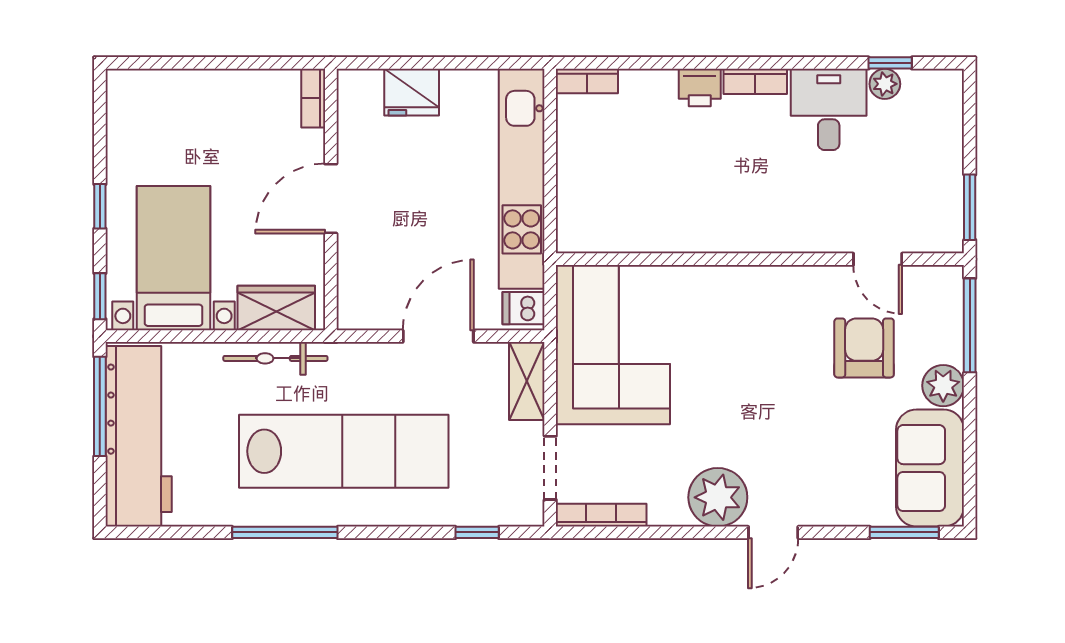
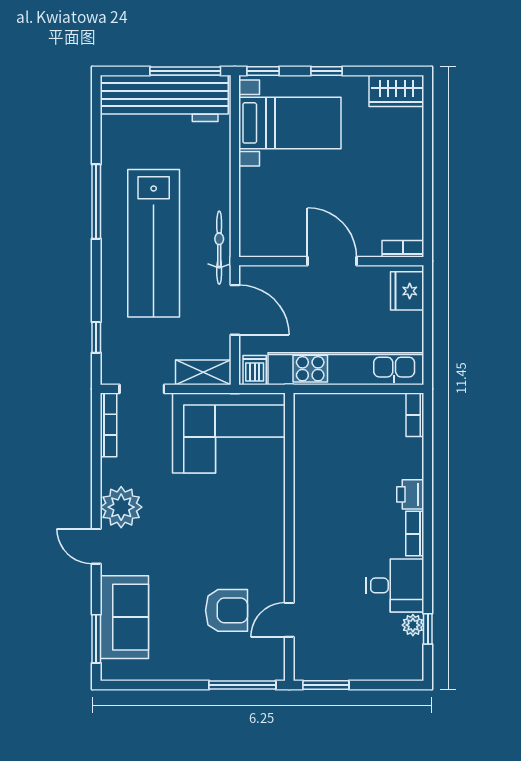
bookcase: (313, 98) -> (403, 249), moved
door: (331, 199) -> (332, 261), moved
wall: (331, 200) -> (331, 261), moved
wardrobe: (276, 308) -> (396, 91), moved, turned 90
bicycle: (275, 358) -> (219, 248), moved
plant: (943, 386) -> (200, 666), removed
sofa: (930, 468) -> (124, 617), moved, turned 90

